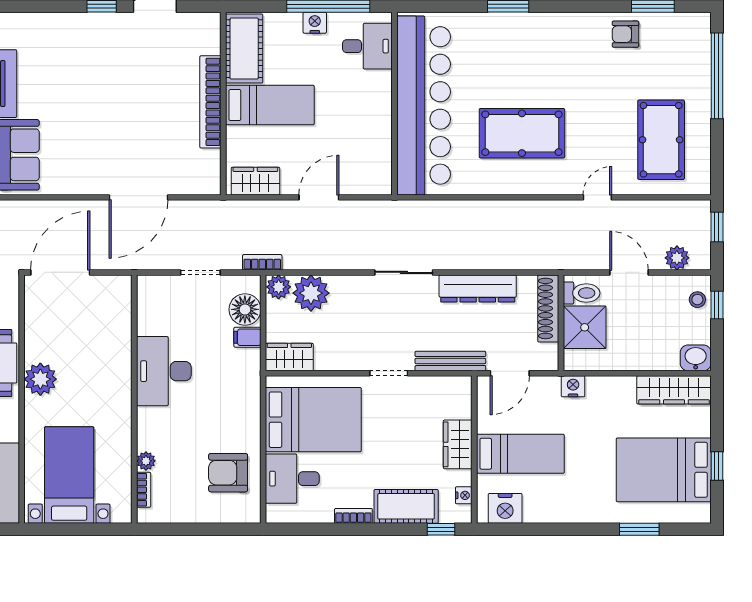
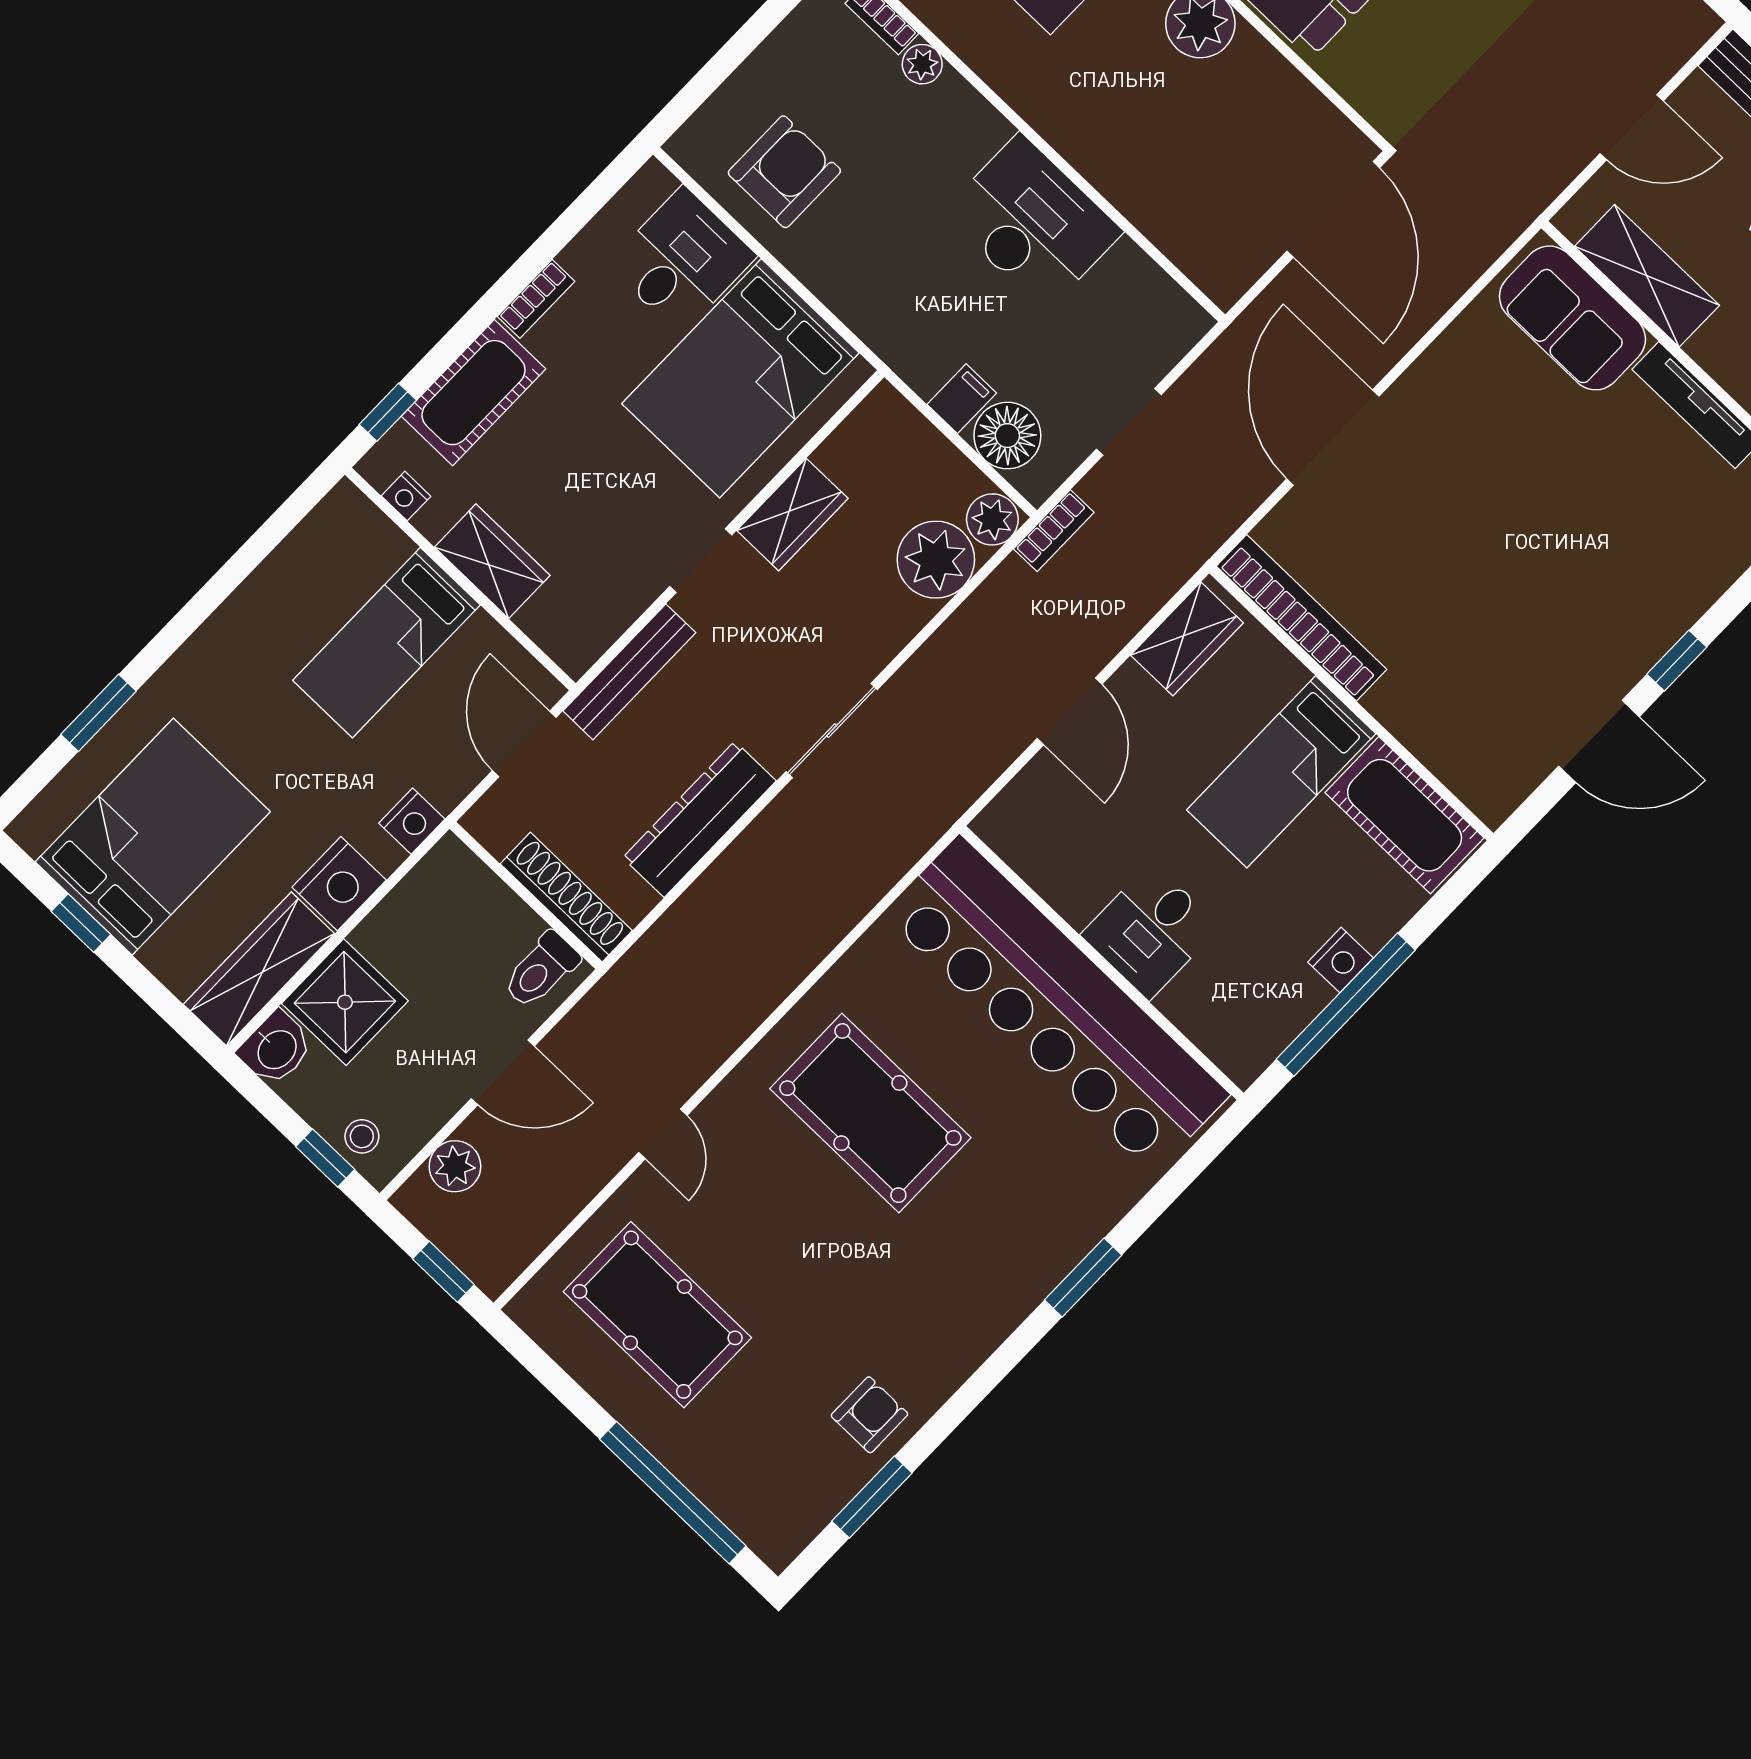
desk: (367, 46) -> (1150, 931), moved
bookcase: (210, 102) -> (1301, 618), moved
pool table: (522, 133) -> (870, 1113), turned 90
shower: (585, 327) -> (345, 1002), moved
wardrobe: (289, 357) -> (792, 514), moved
nightstand: (505, 508) -> (339, 884), moved, turned 180

